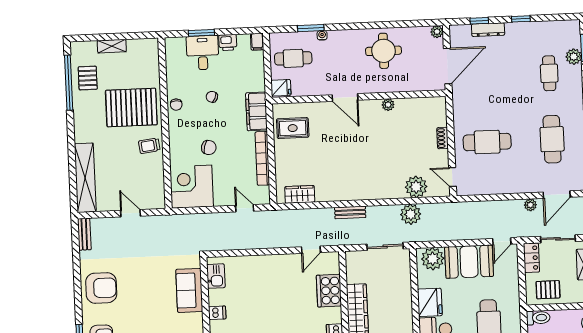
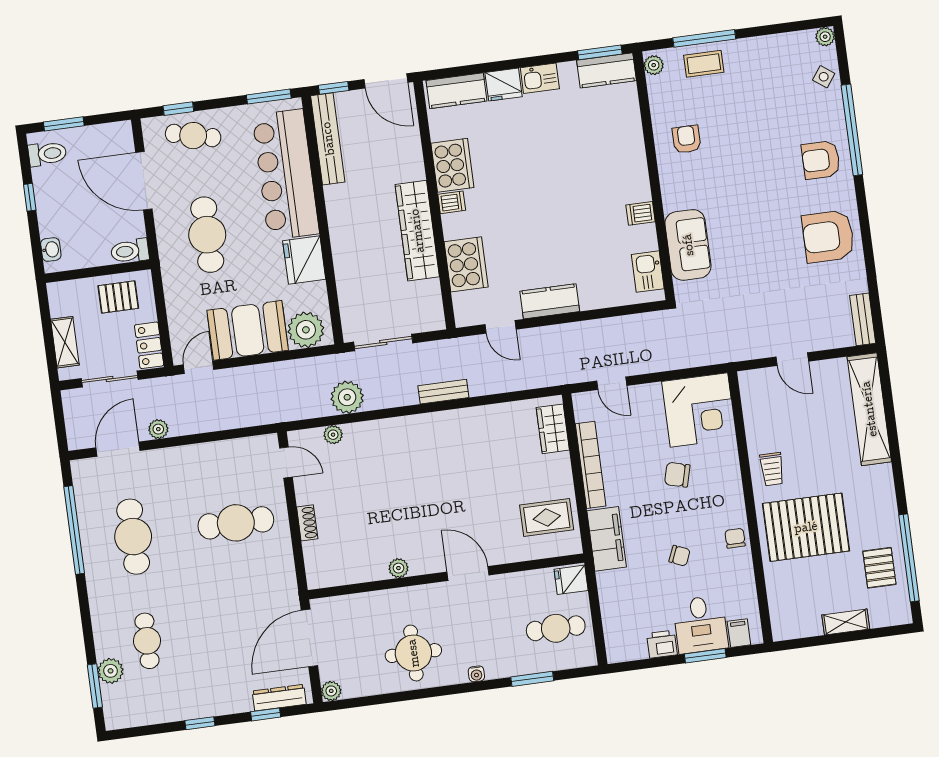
dresser: (488, 30) -> (279, 698), moved
water cooler: (322, 35) -> (476, 674), moved
filing cabinet: (257, 42) -> (739, 633), moved
trolley: (149, 146) -> (772, 469), turned 97
plant: (416, 187) -> (333, 435), width x0.53, depth x0.53
wardrobe: (300, 194) -> (553, 429), moved, turned 90
door: (311, 250) -> (501, 327), swing flipped
kitchen counter: (279, 263) -> (550, 301), added

